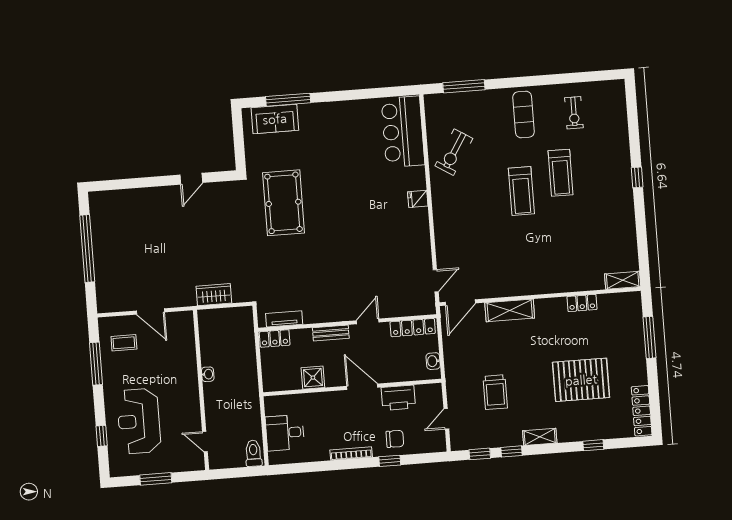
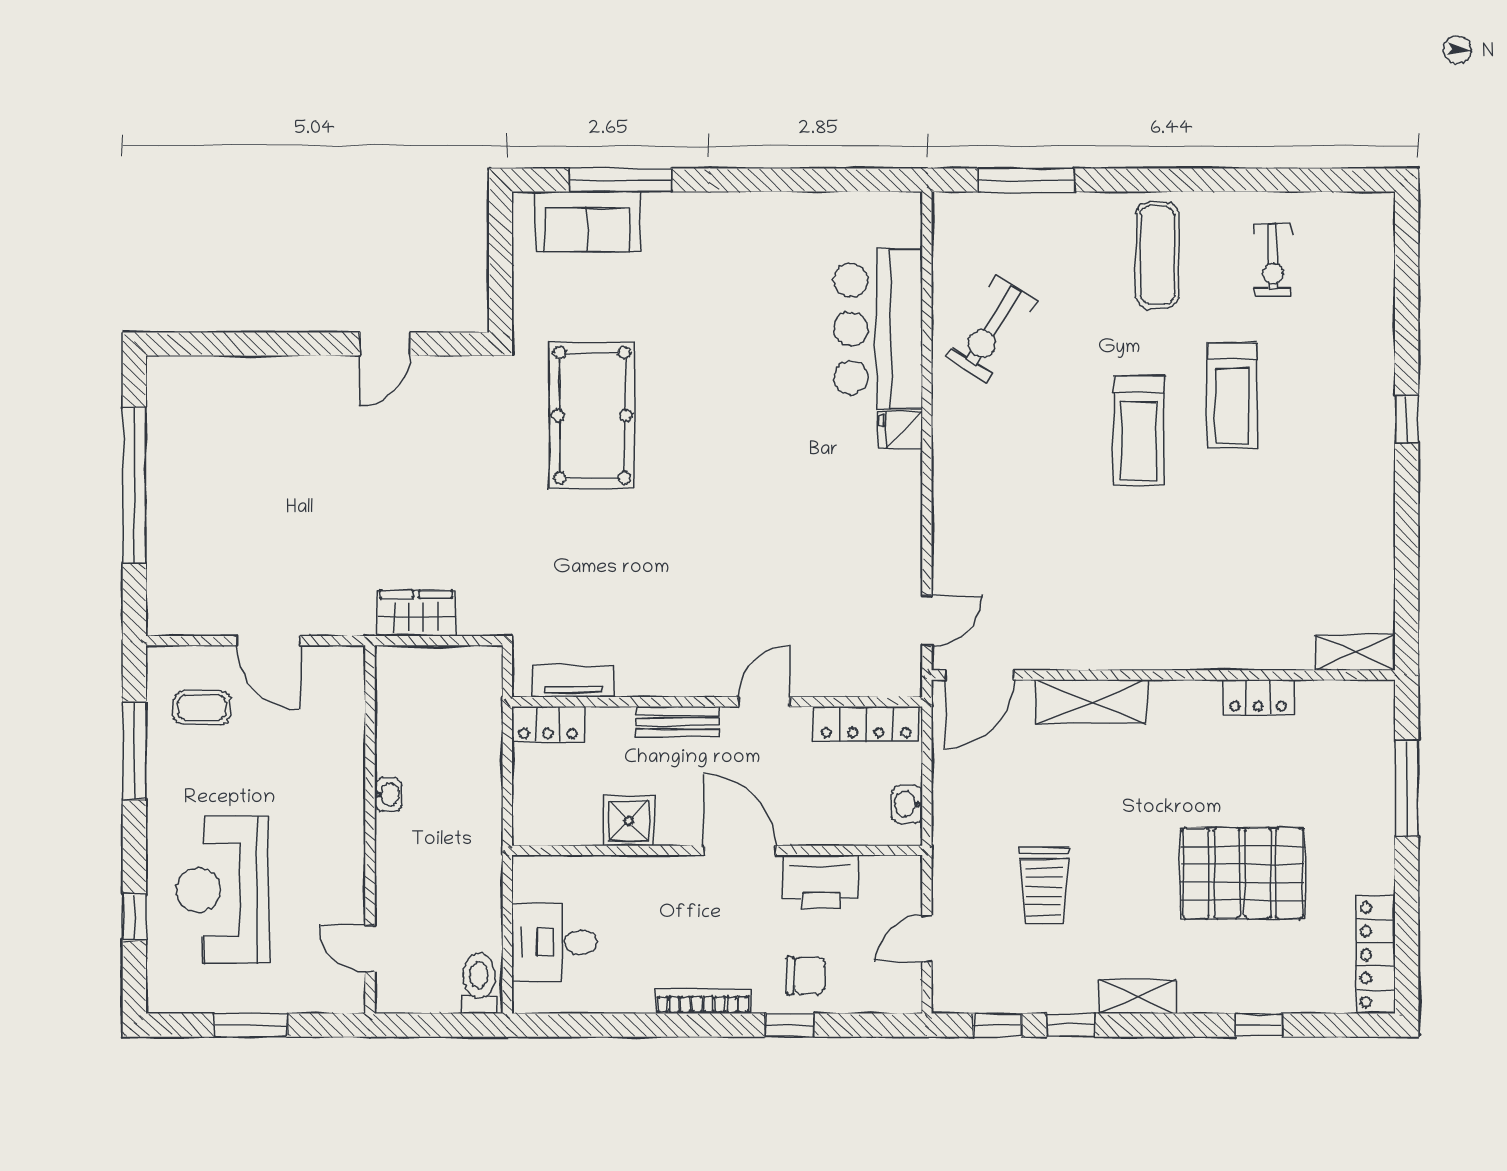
bar counter: (403, 132) -> (878, 329), moved

